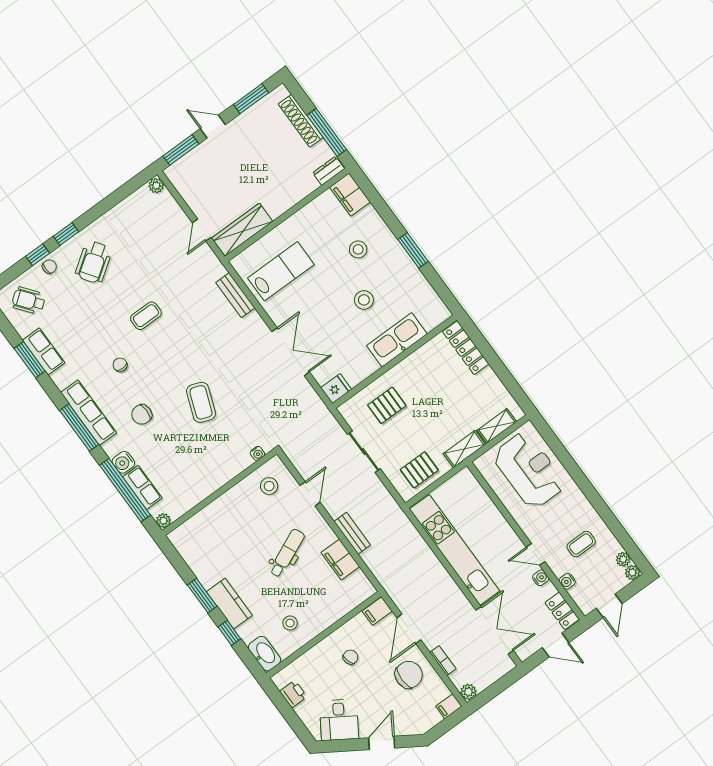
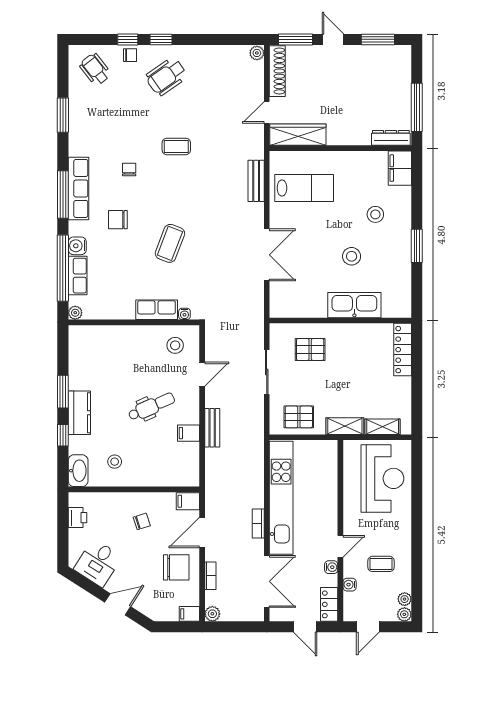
shoe rack: (301, 121) -> (277, 71), moved, turned 180
dresser: (329, 171) -> (391, 138), width x1.44
row of seats: (44, 352) -> (157, 310), moved, turned -90
fridge: (336, 389) -> (281, 308), removed
door: (535, 554) -> (340, 546), swing flipped
filing cabinet: (340, 560) -> (188, 433), width x0.50
bookcase: (451, 586) -> (258, 524), added

